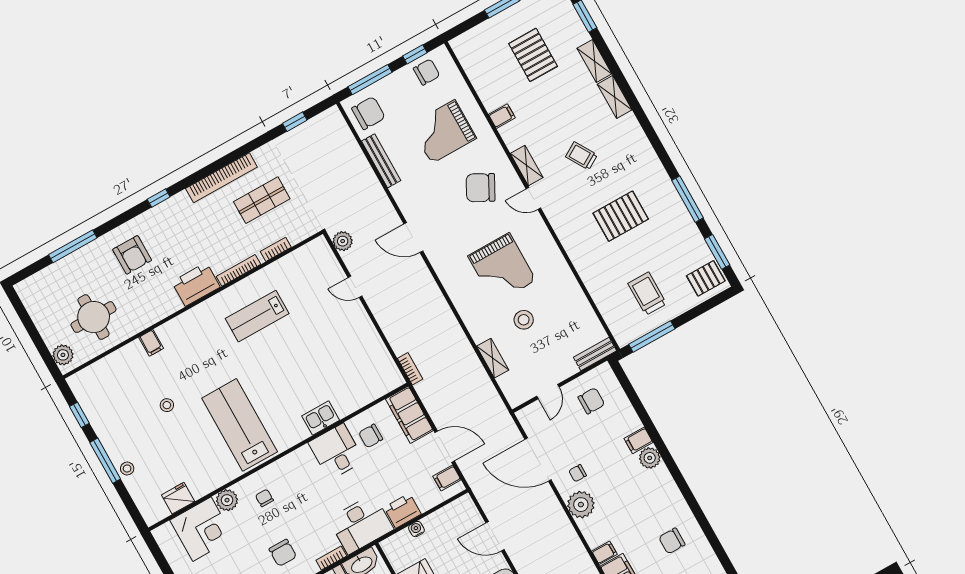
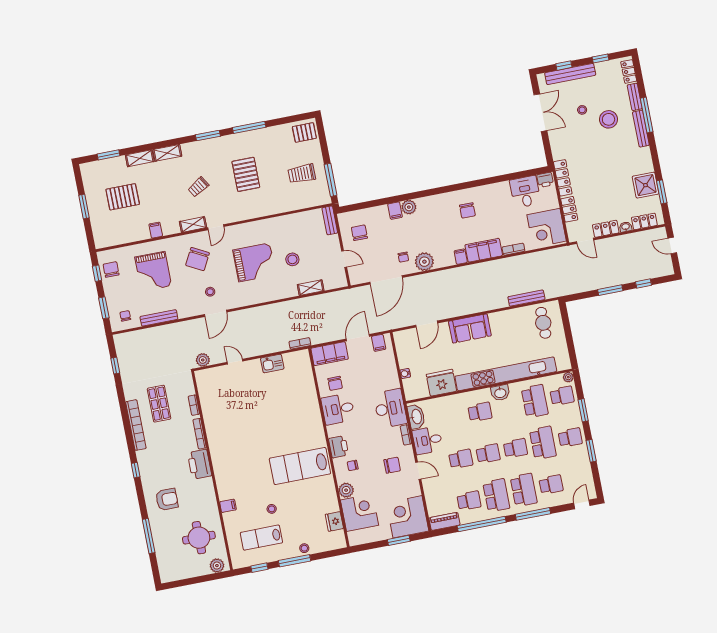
window: (370, 80) -> (104, 308), width x0.69
chair: (368, 113) -> (125, 316), width x0.54, depth x0.54
stool: (441, 220) -> (210, 292), added
window: (717, 252) -> (208, 135), moved
pallet: (706, 278) -> (304, 132), turned 90
door: (355, 287) -> (235, 362), swing flipped
lab bench: (257, 316) -> (261, 538), moved, turned 90
kitchen sink: (321, 418) -> (272, 364), moved, turned -90
printer: (403, 511) -> (339, 447), moved, turned 180

